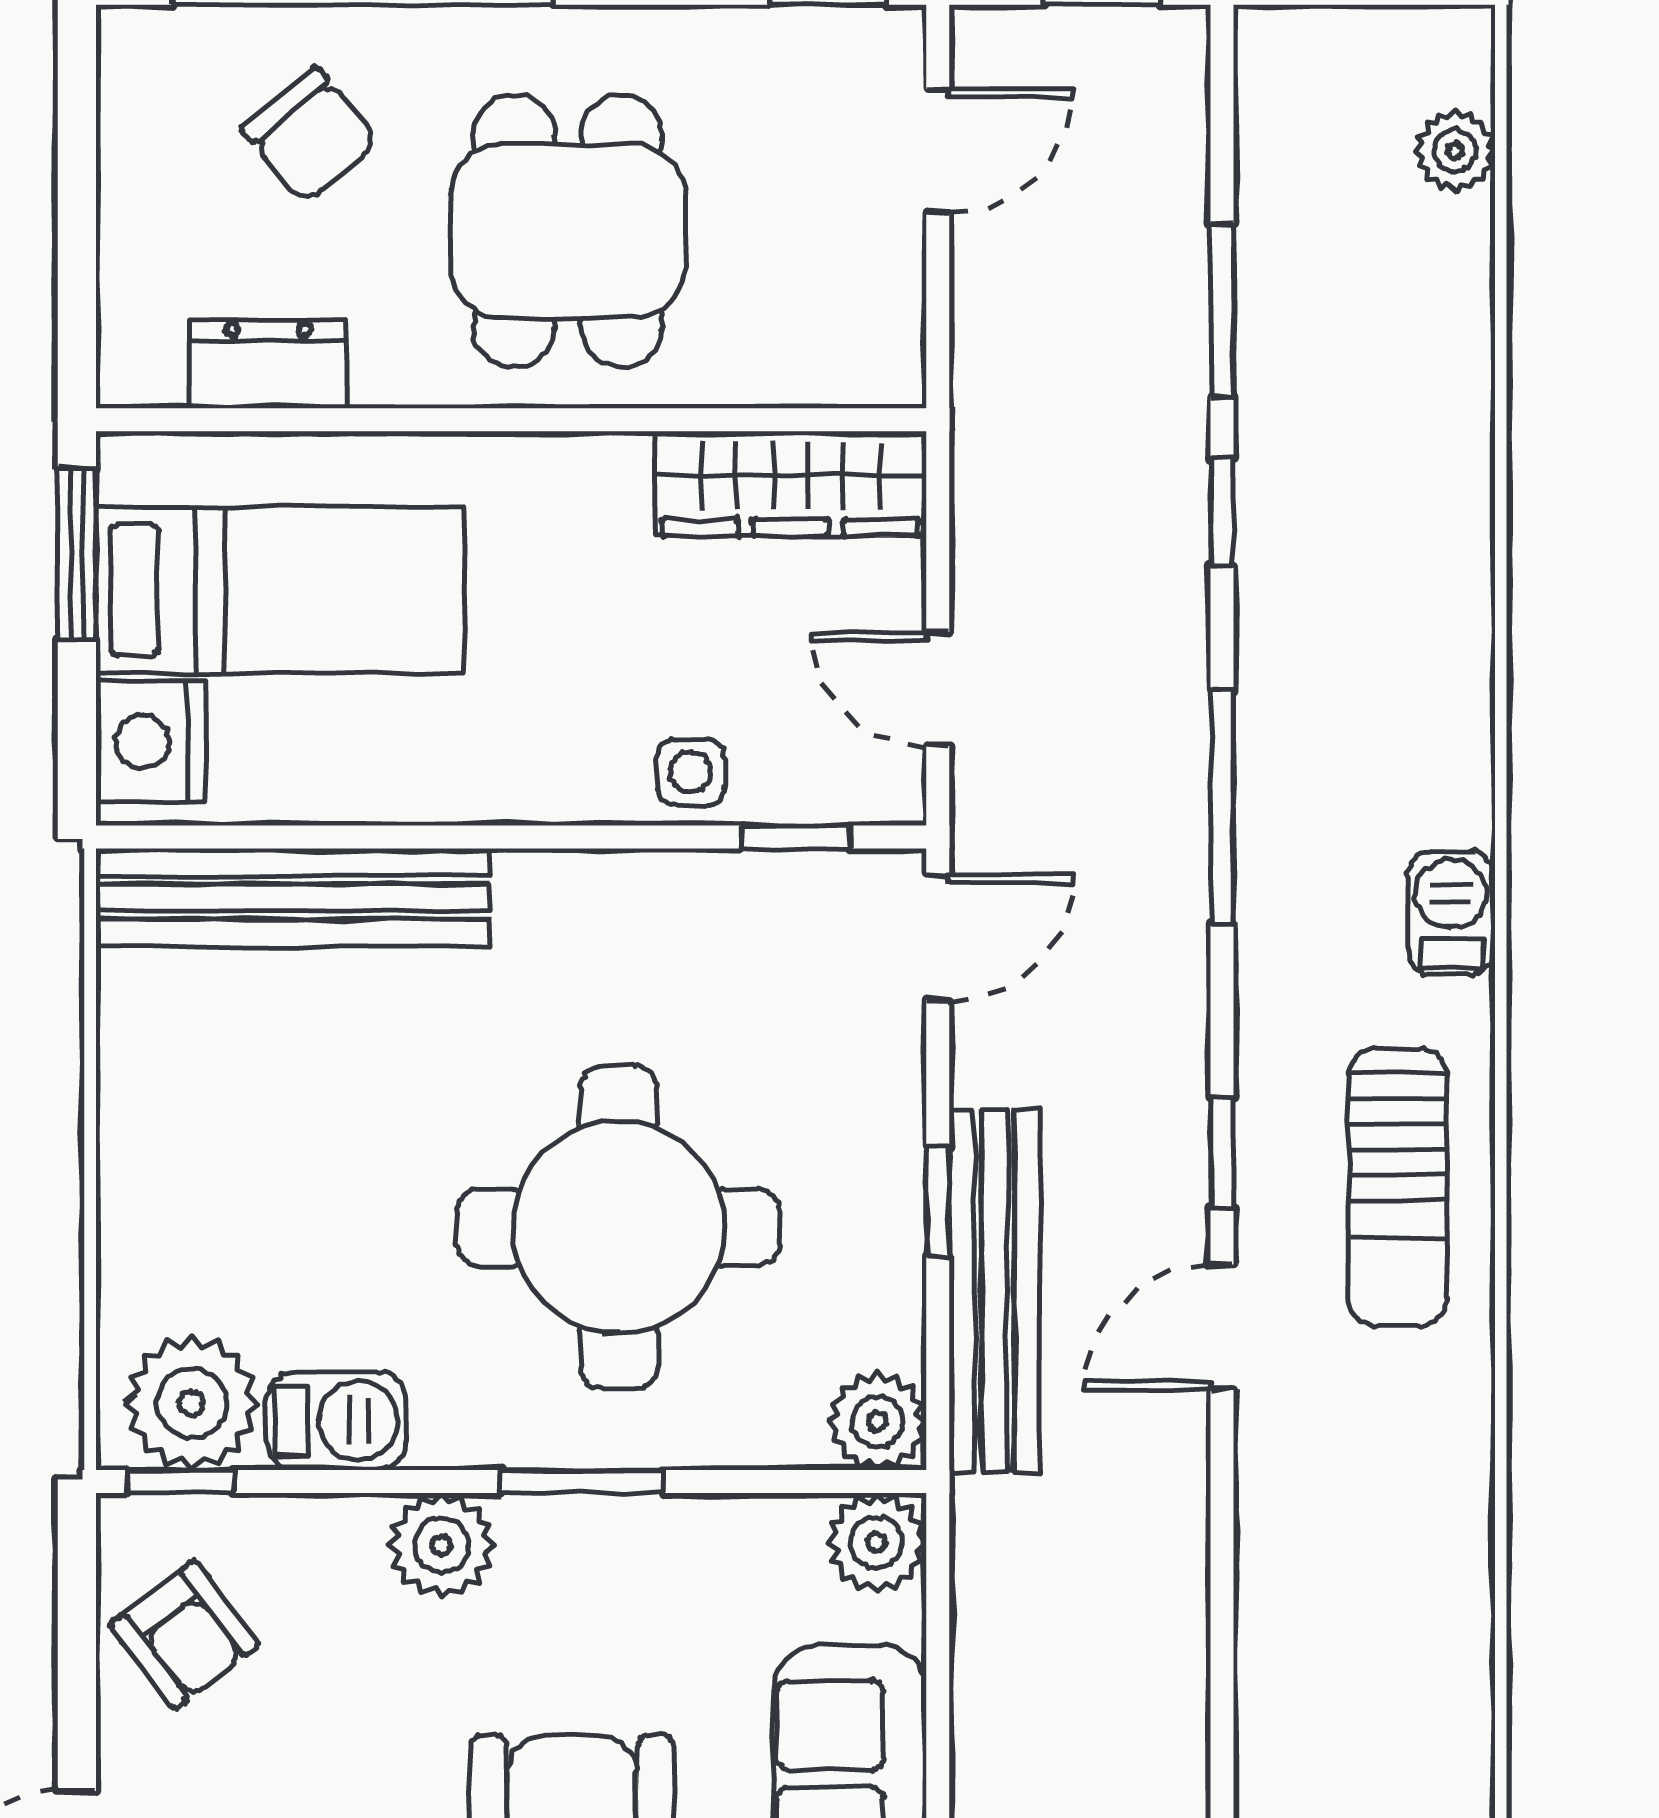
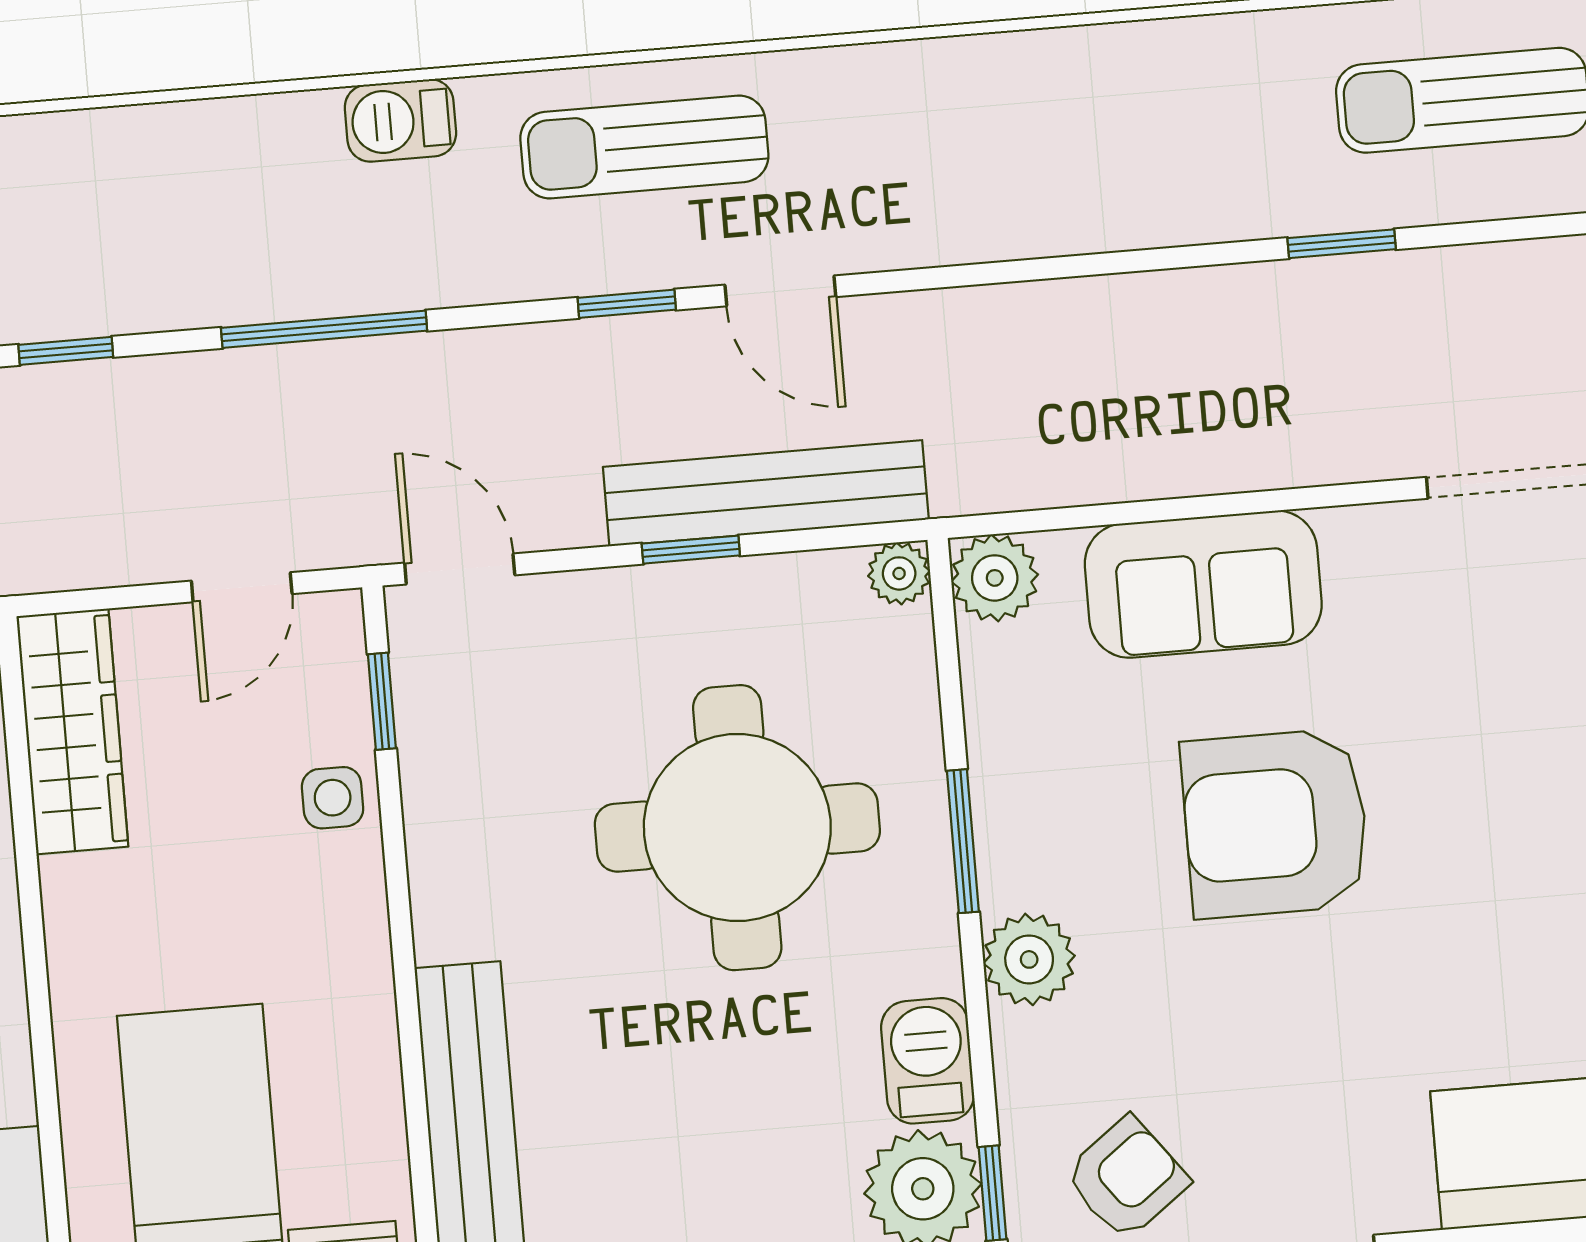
sun lounger: (1398, 1187) -> (644, 147), turned 180
plant: (878, 1421) -> (899, 573), width x0.73, depth x0.73

